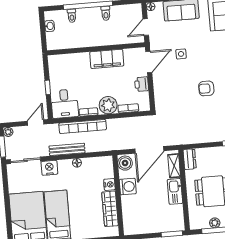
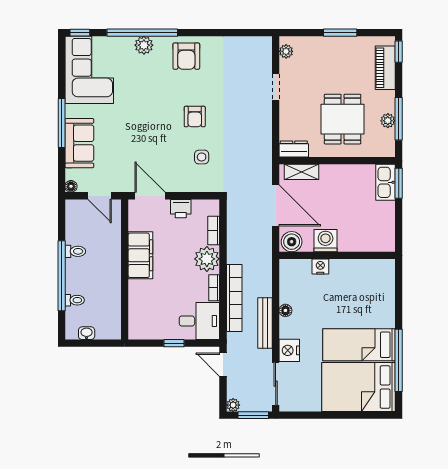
side table: (181, 54) -> (202, 157), moved
kitchen sink: (175, 191) -> (385, 182), moved, turned 90
wardrobe: (110, 209) -> (355, 269), removed

